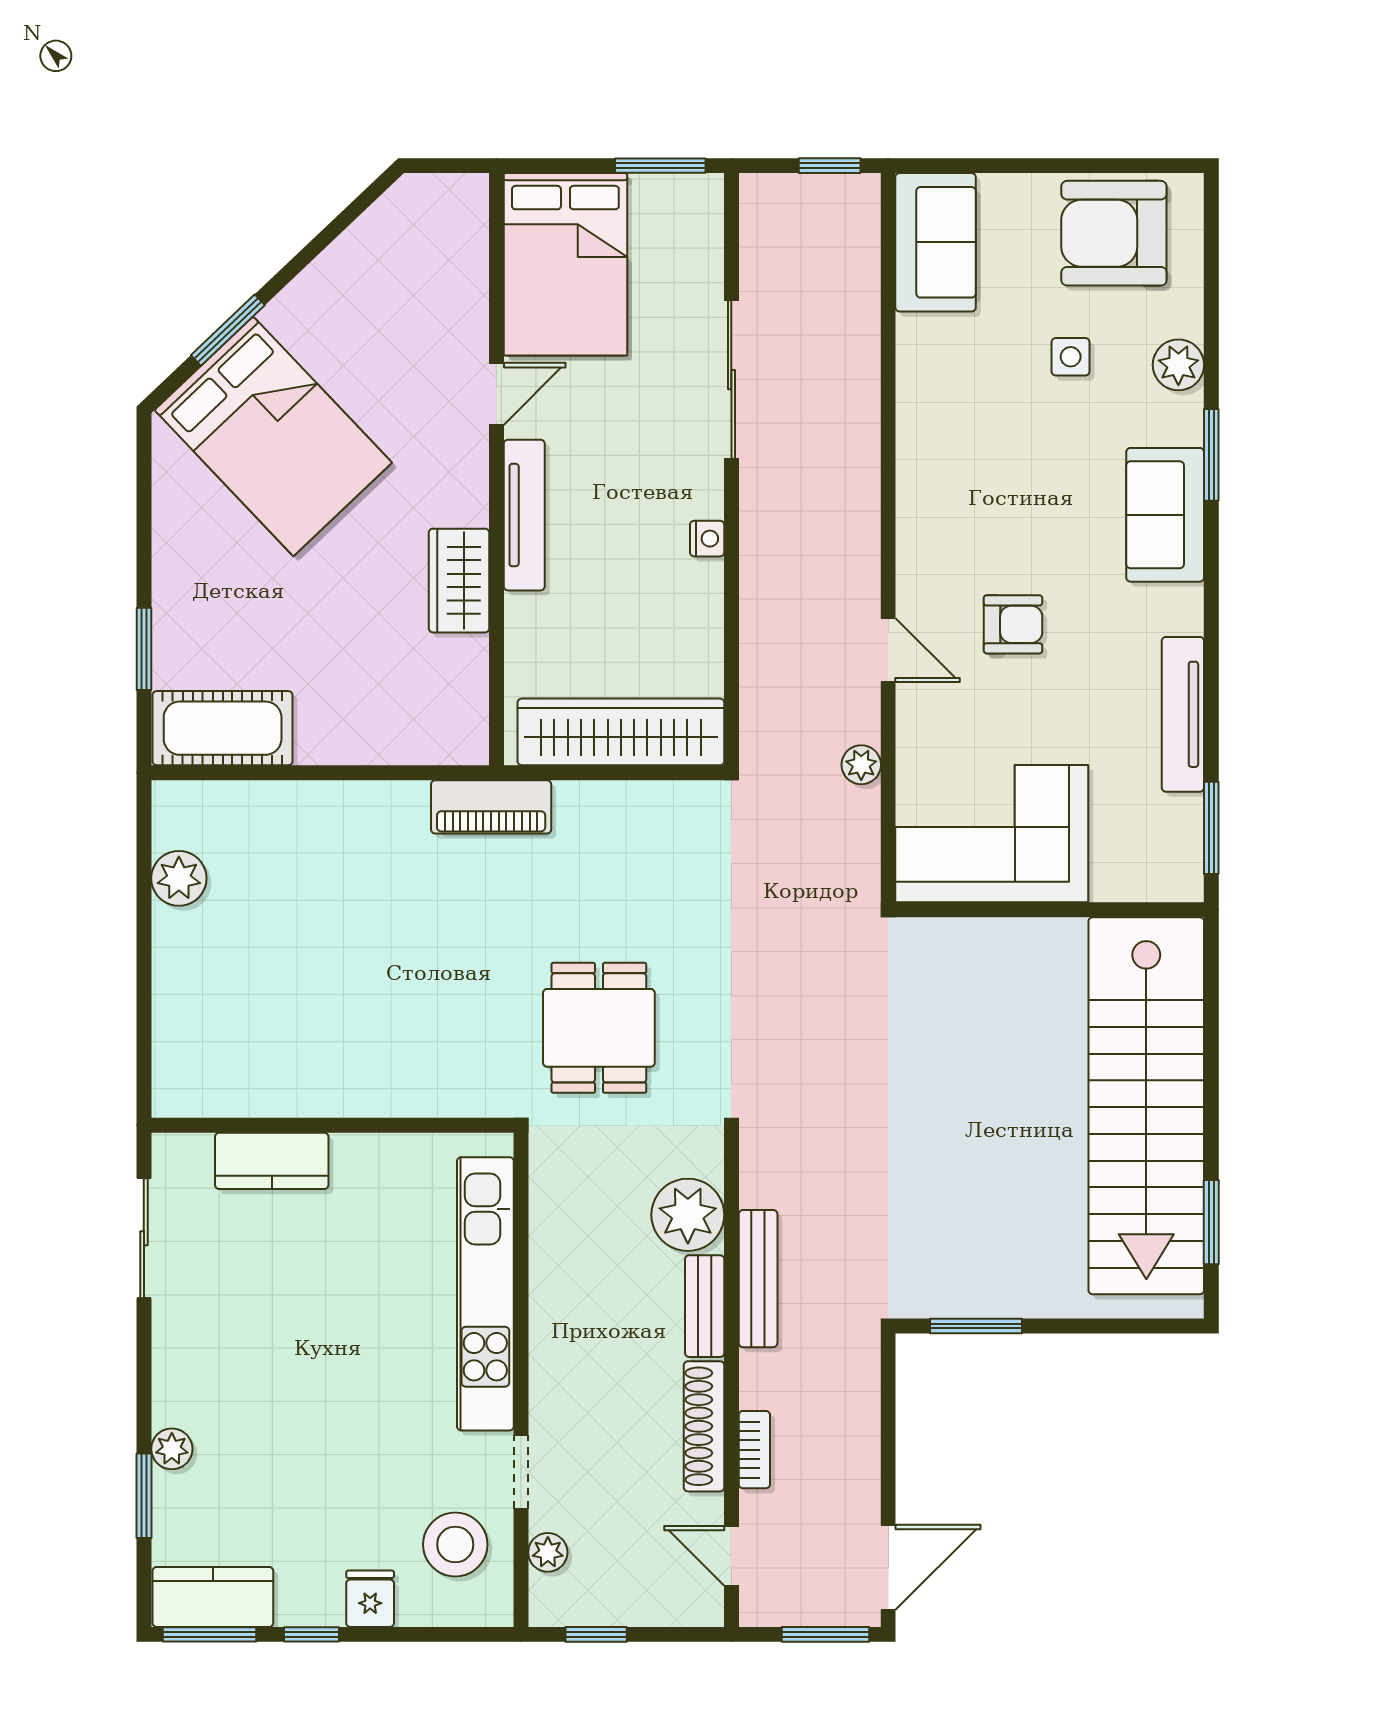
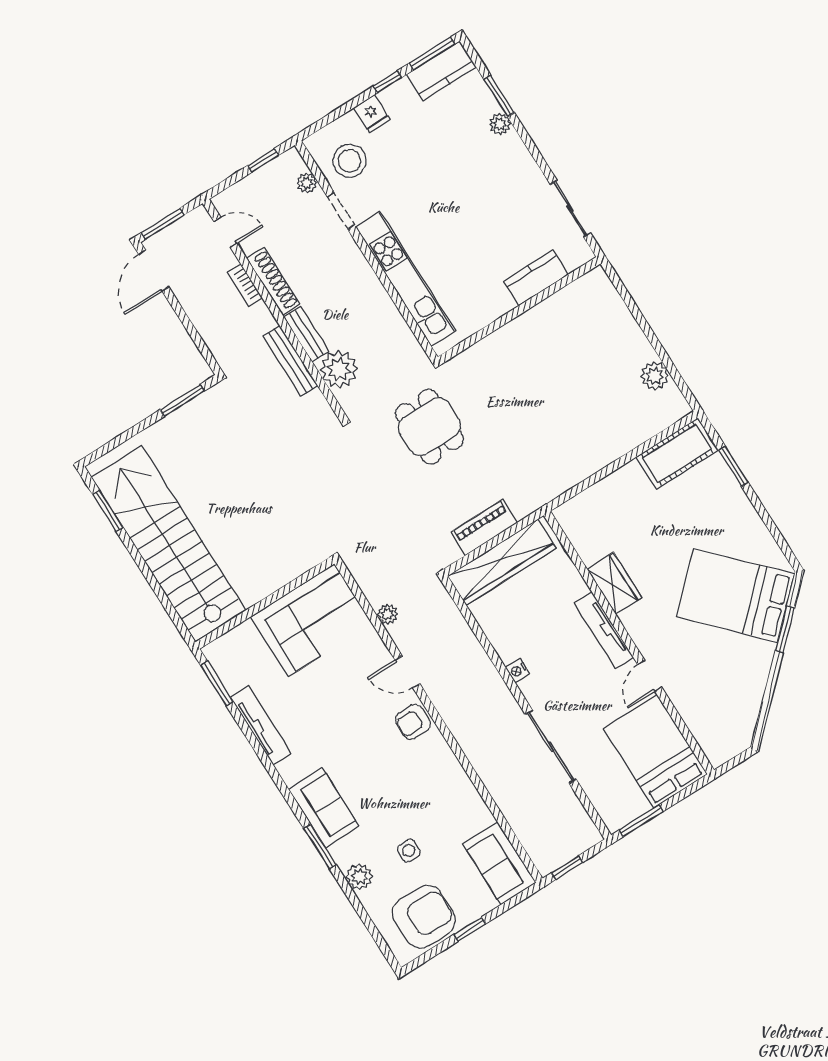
window: (1052, 166) -> (470, 929), added
armchair: (1013, 624) -> (413, 722), moved
piano: (491, 807) -> (484, 528), moved

